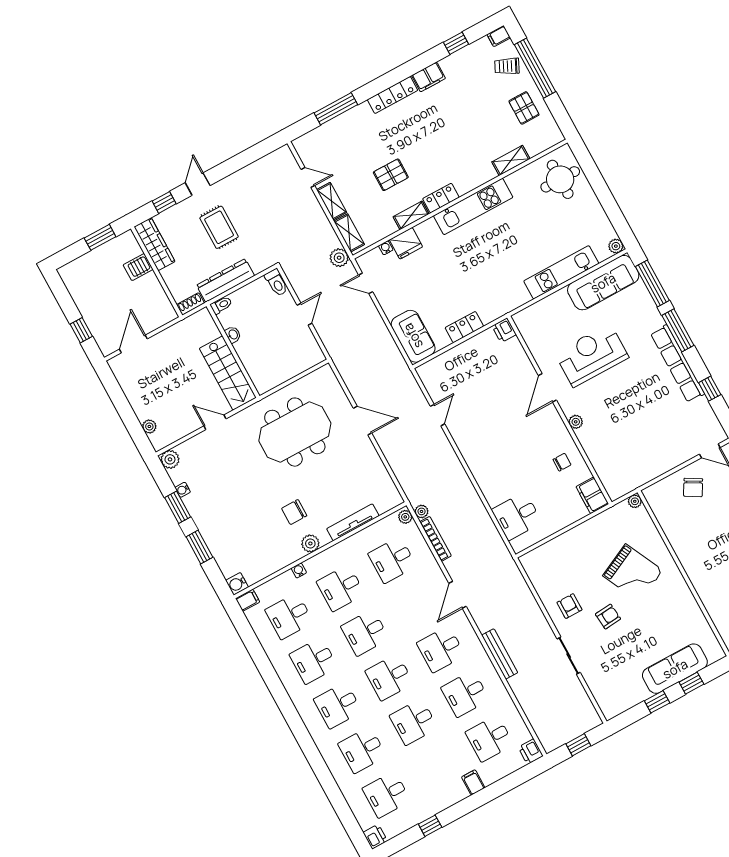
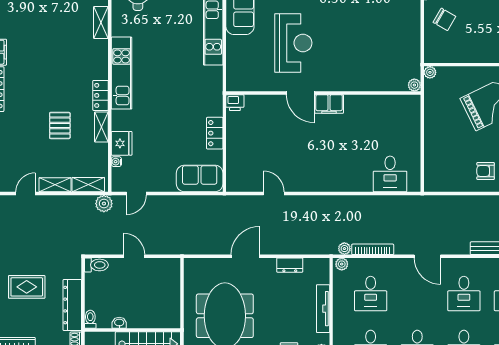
reception desk: (592, 355) -> (293, 43), turned 180
plant: (576, 422) -> (414, 85), moved
chair: (562, 462) -> (366, 114), removed
dresser: (377, 468) -> (290, 265), added
filing cabinet: (592, 495) -> (329, 104), moved

